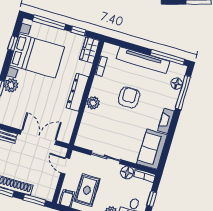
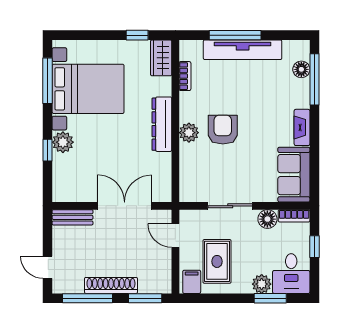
window: (49, 22) -> (91, 35), removed
window: (13, 43) -> (48, 81), width x2.17
window: (168, 57) -> (235, 35), moved
armchair: (129, 97) -> (223, 130), moved

